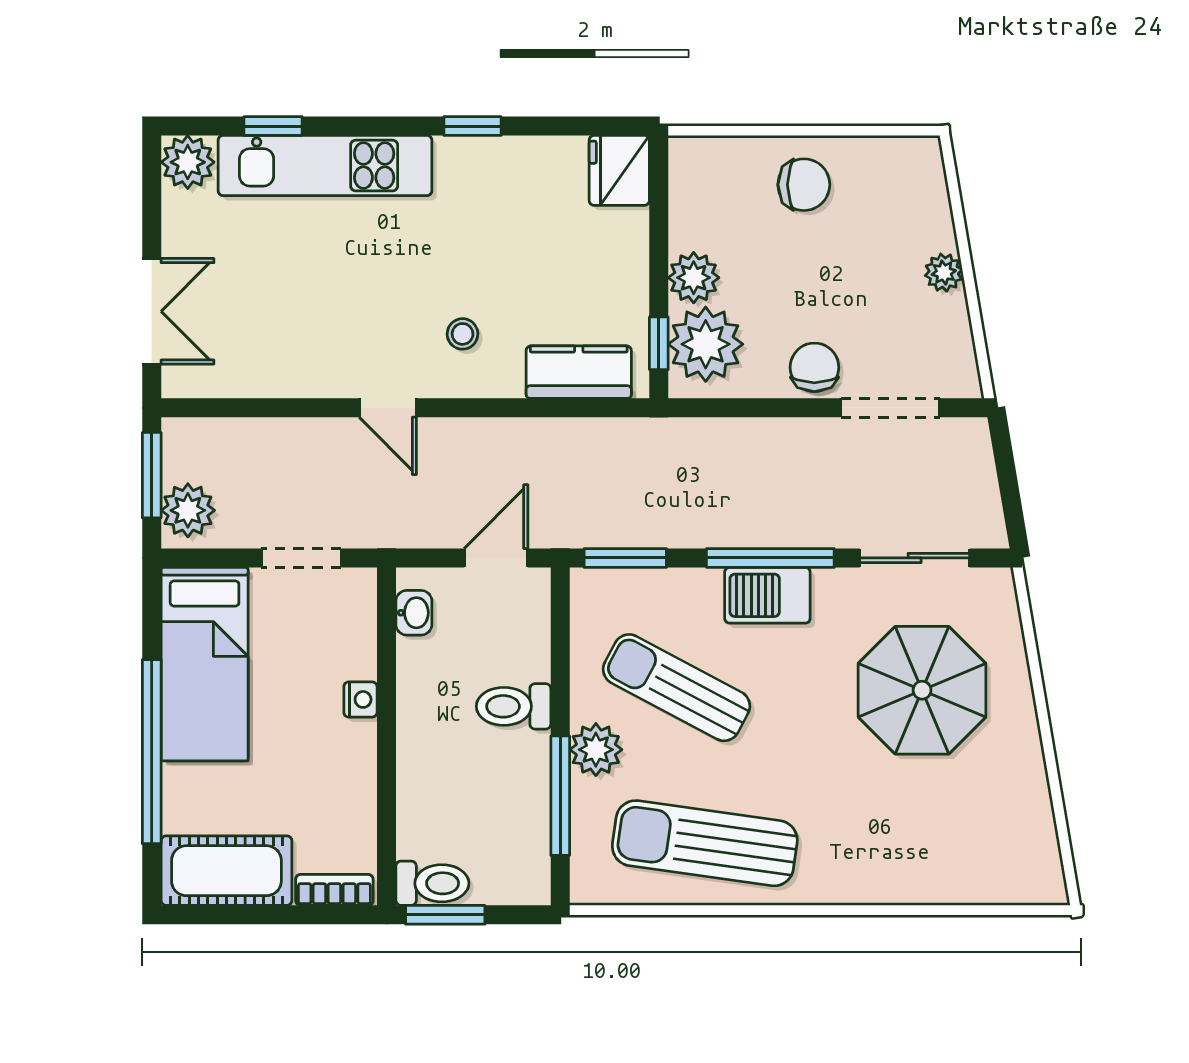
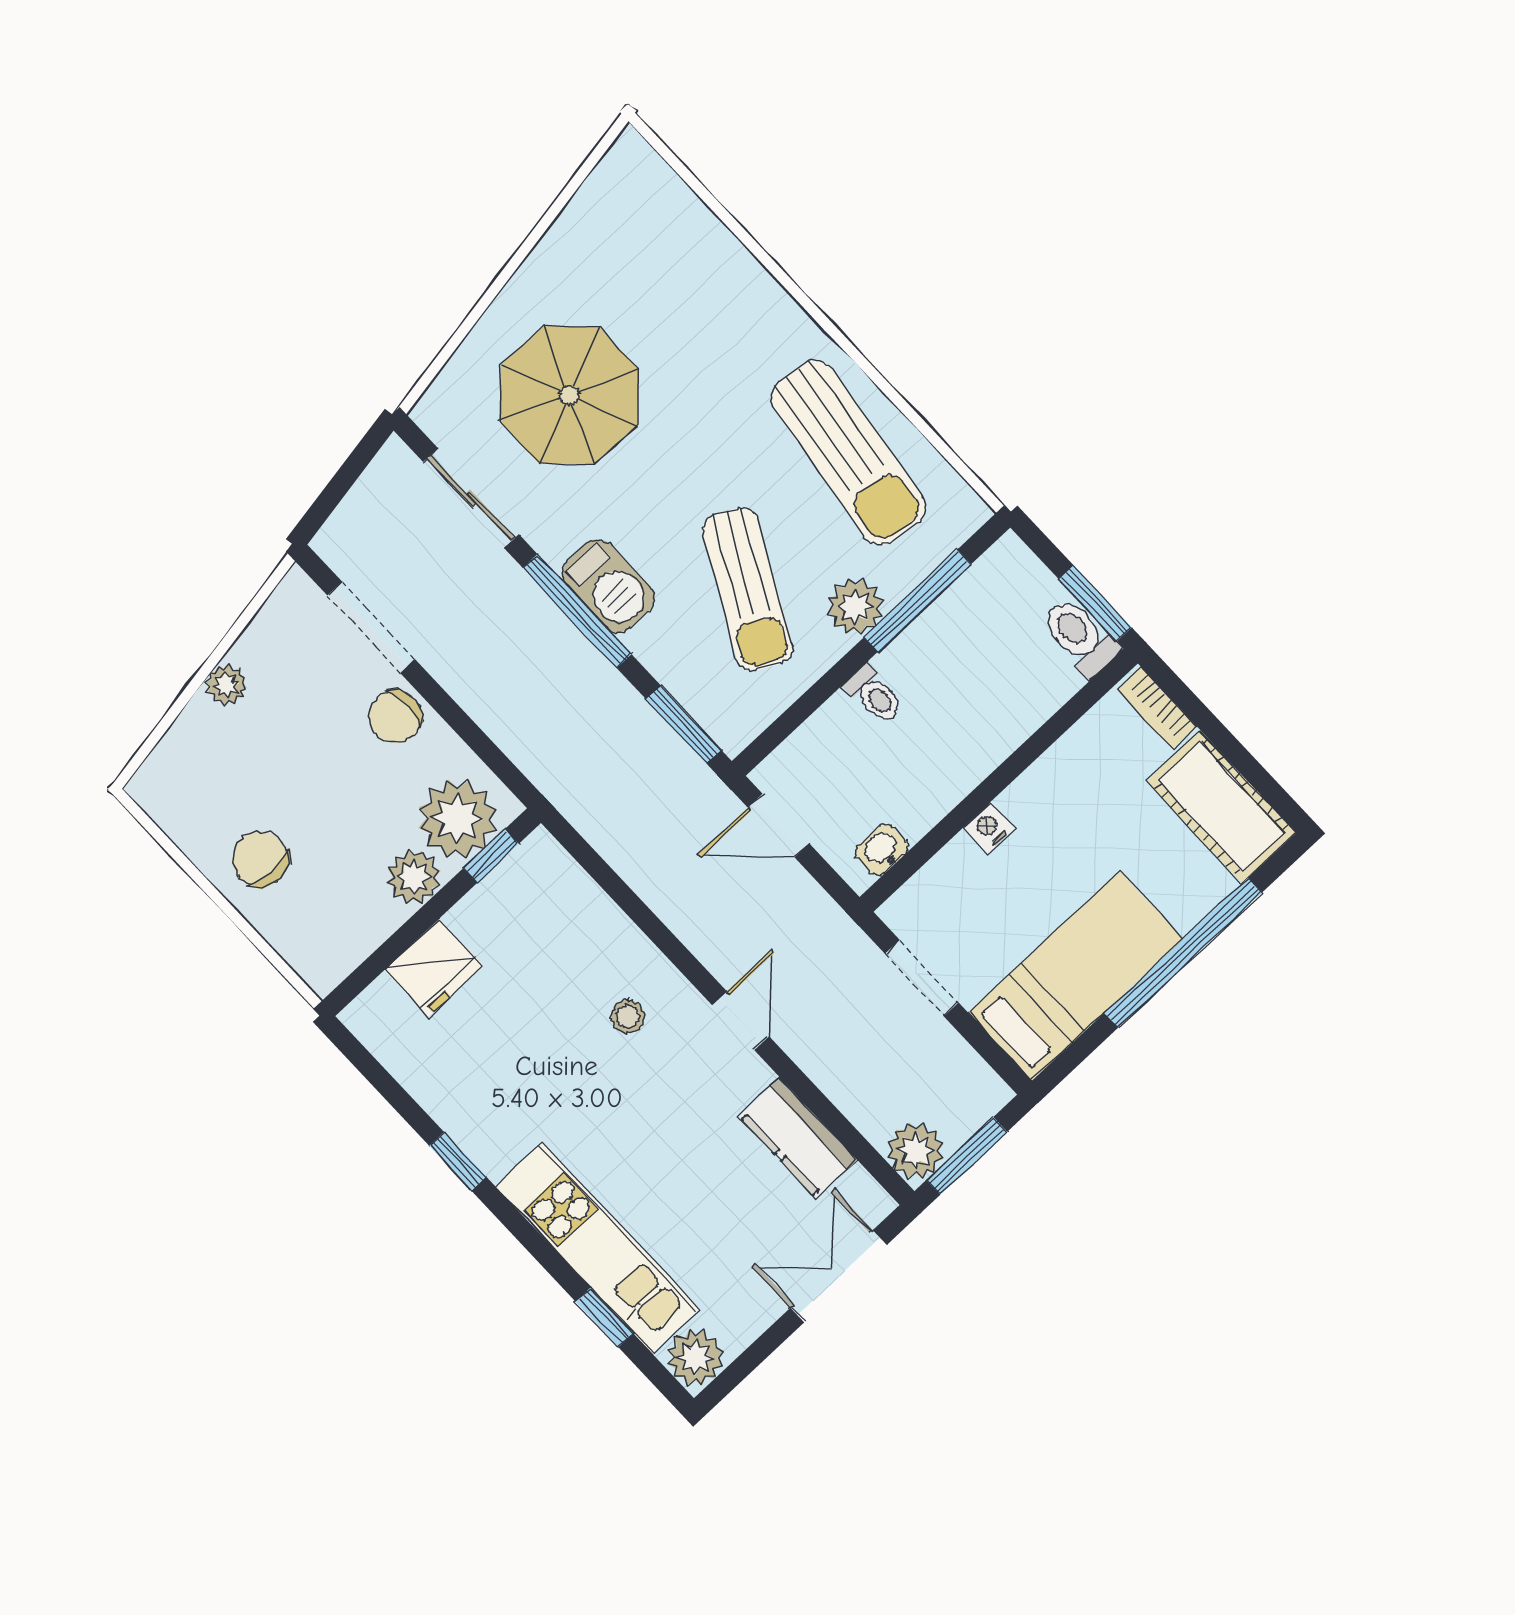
fridge: (619, 170) -> (434, 968), moved
kitchen counter: (579, 372) -> (798, 1138), moved
plant: (188, 510) -> (916, 1151), moved
toilet: (514, 706) -> (874, 695), width x0.73, depth x0.72

